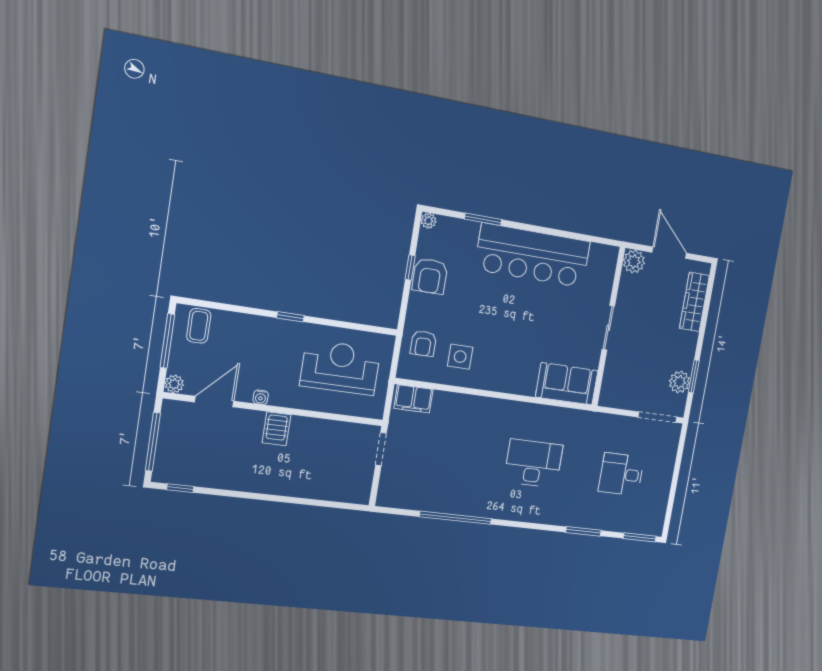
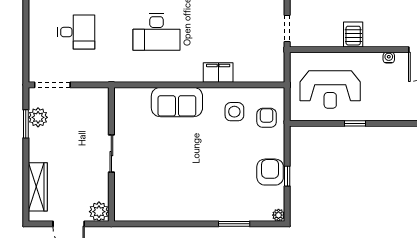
bar counter: (533, 256) -> (188, 202), removed
window: (290, 317) -> (355, 123), moved
sofa: (567, 384) -> (177, 102), moved
filing cabinet: (413, 399) -> (218, 72), moved
server rack: (276, 429) -> (353, 35), moved

